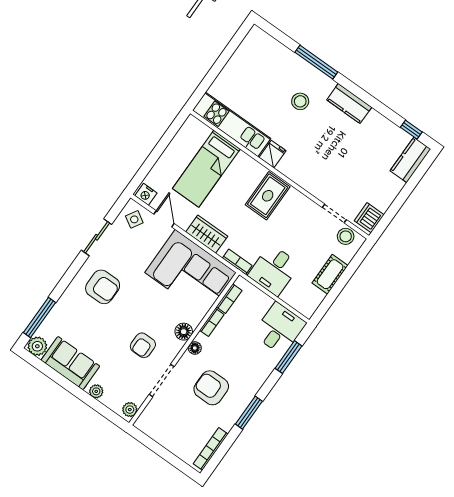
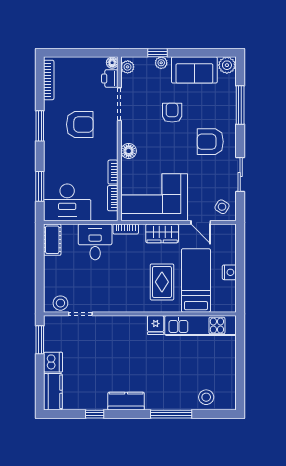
stool: (300, 101) -> (206, 397), moved
window: (411, 130) -> (95, 414), moved
nightstand: (146, 194) -> (229, 272), moved, turned 90
rug: (268, 196) -> (162, 282), moved
window: (389, 216) -> (40, 340), added
dishwasher: (369, 218) -> (53, 362), moved
cot: (330, 274) -> (52, 240), moved
window: (40, 318) -> (240, 105), moved
desk: (279, 329) -> (67, 202), width x1.37
armchair: (143, 345) -> (172, 113), moved
floor lamp: (195, 348) -> (112, 63), moved
window: (93, 403) -> (157, 53), added
printer: (154, 410) -> (110, 79), added

